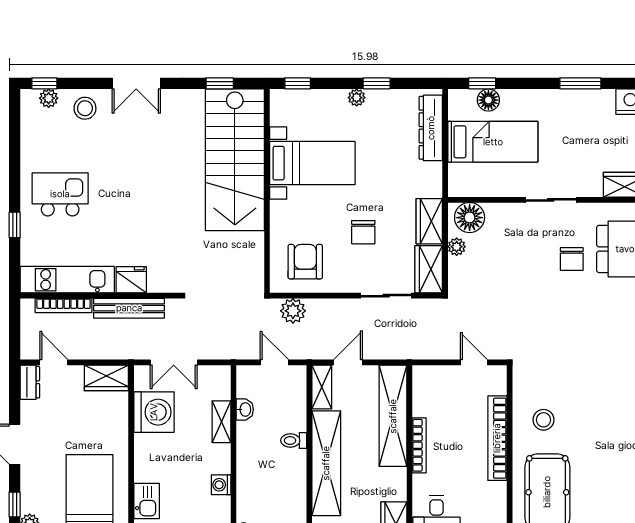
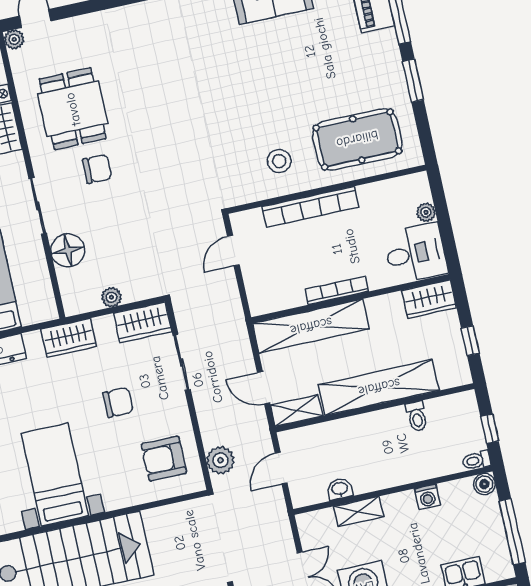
floor lamp: (470, 218) -> (68, 250), moved
wardrobe: (429, 221) -> (69, 338), moved
toilet: (294, 440) -> (417, 416), moved

